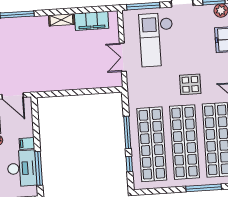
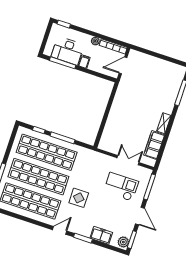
checkout: (157, 40) -> (121, 187), width x0.73, depth x0.83
double door: (123, 57) -> (128, 160), moved

